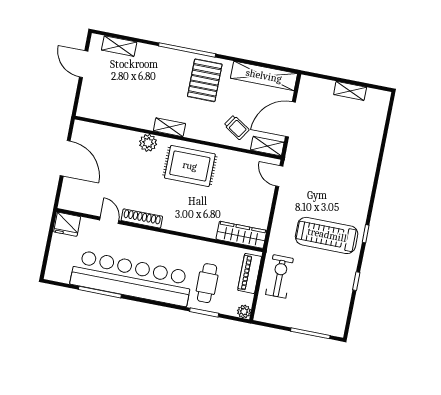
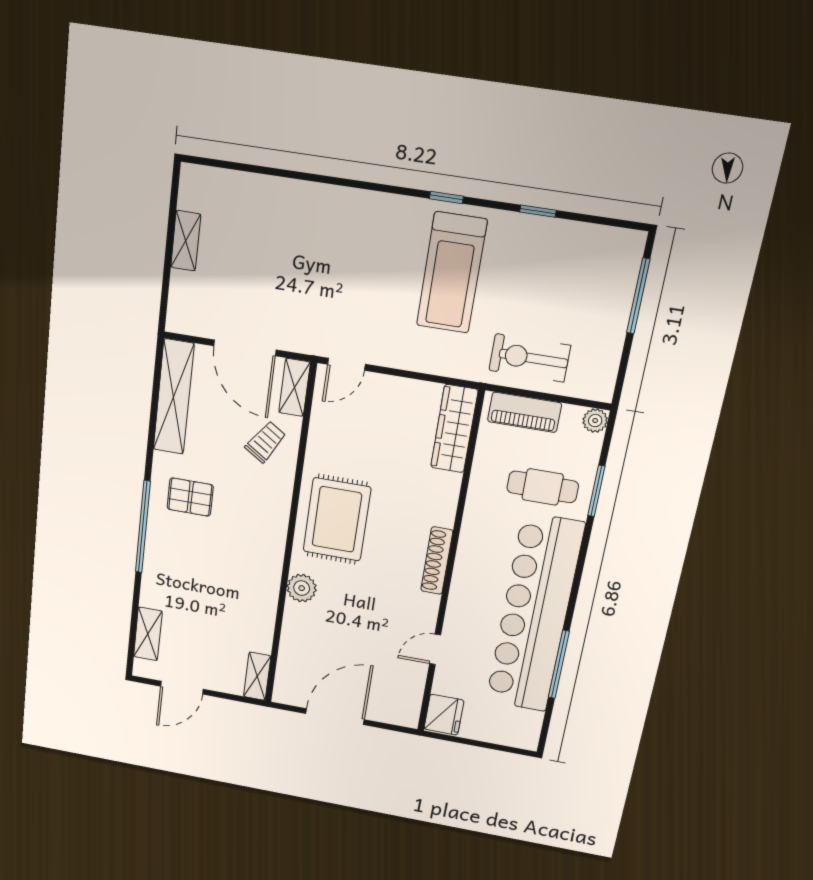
pallet: (205, 80) -> (190, 497), width x0.67, depth x0.71
shelving: (169, 127) -> (257, 676), moved
shoe rack: (142, 218) -> (437, 561), moved

